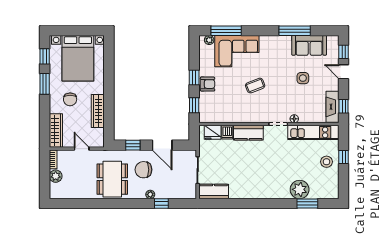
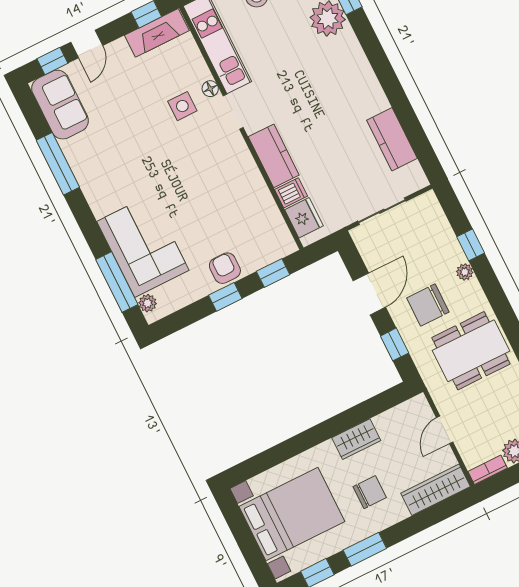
sofa: (309, 45) -> (60, 105), moved
side table: (303, 78) -> (182, 106), moved
coffee table: (255, 86) -> (187, 185), removed
wardrobe: (98, 111) -> (356, 439), width x0.67
chair: (143, 170) -> (428, 305), turned 90
kitchen counter: (214, 191) -> (392, 139), moved

